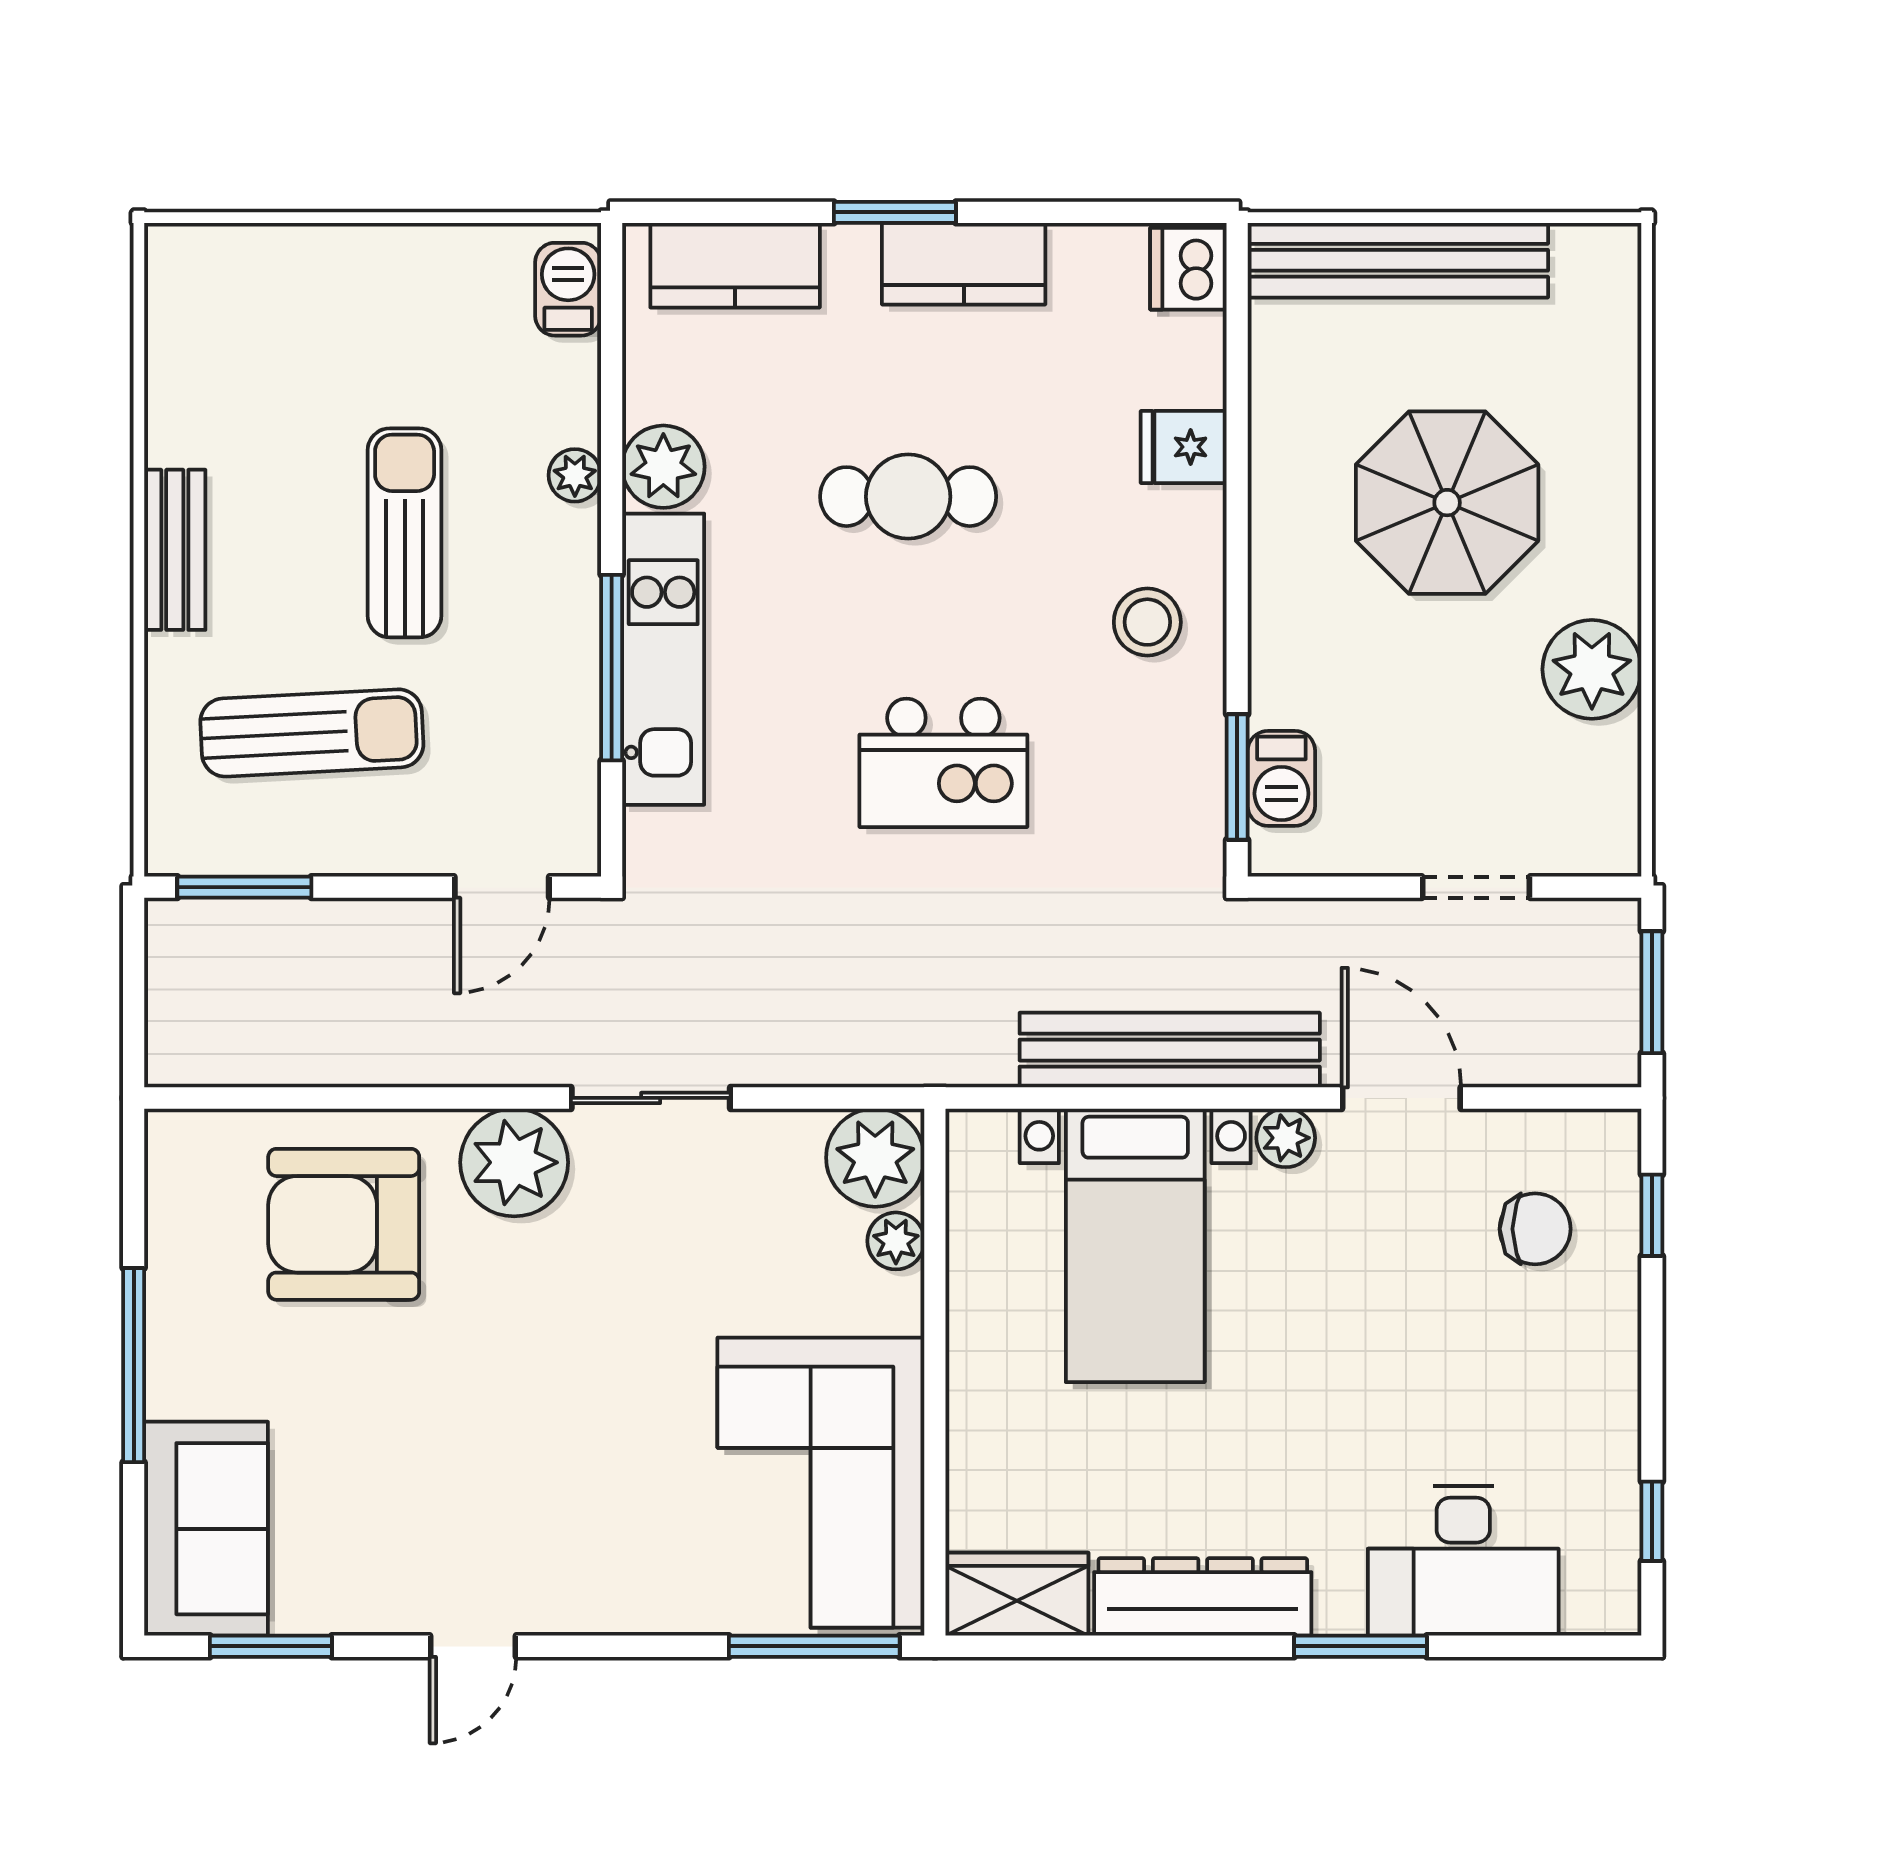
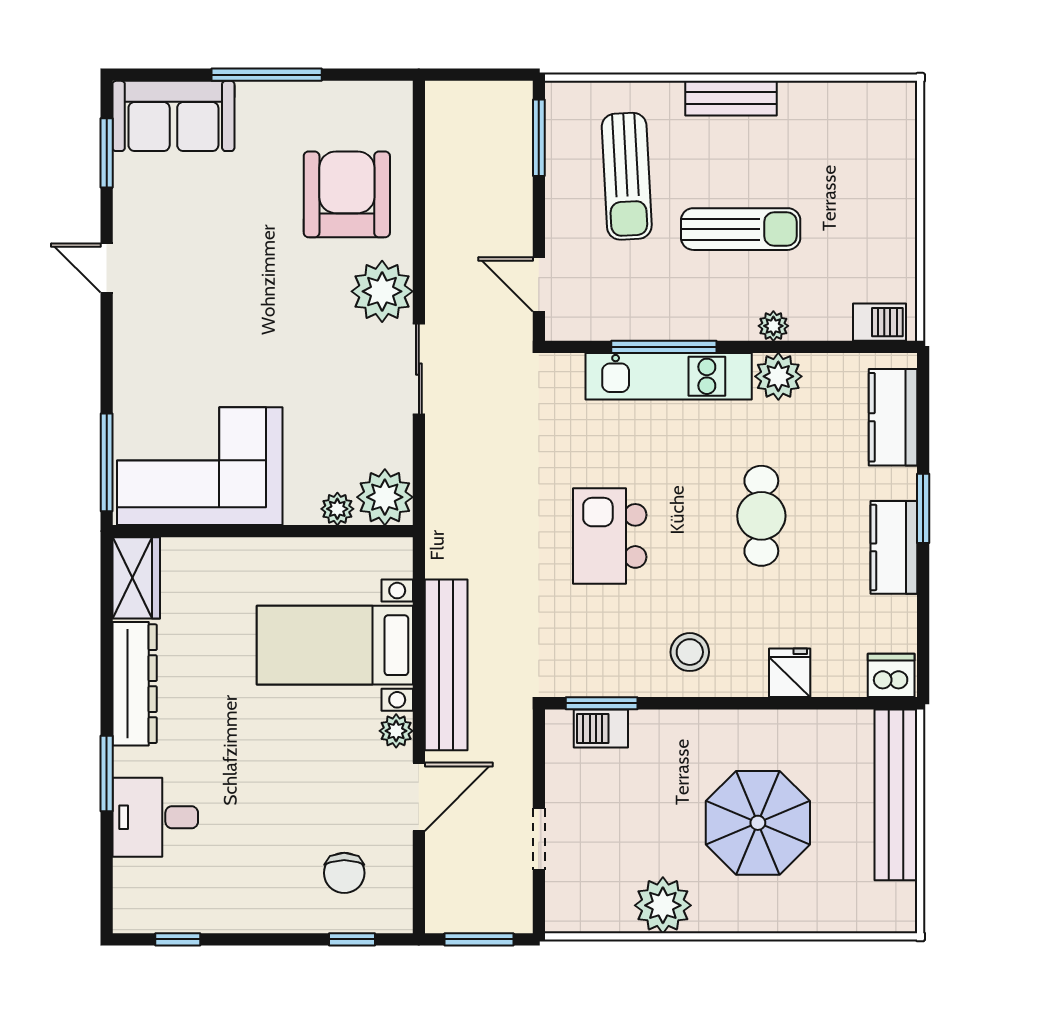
desk: (1463, 1561) -> (155, 817), width x0.73

